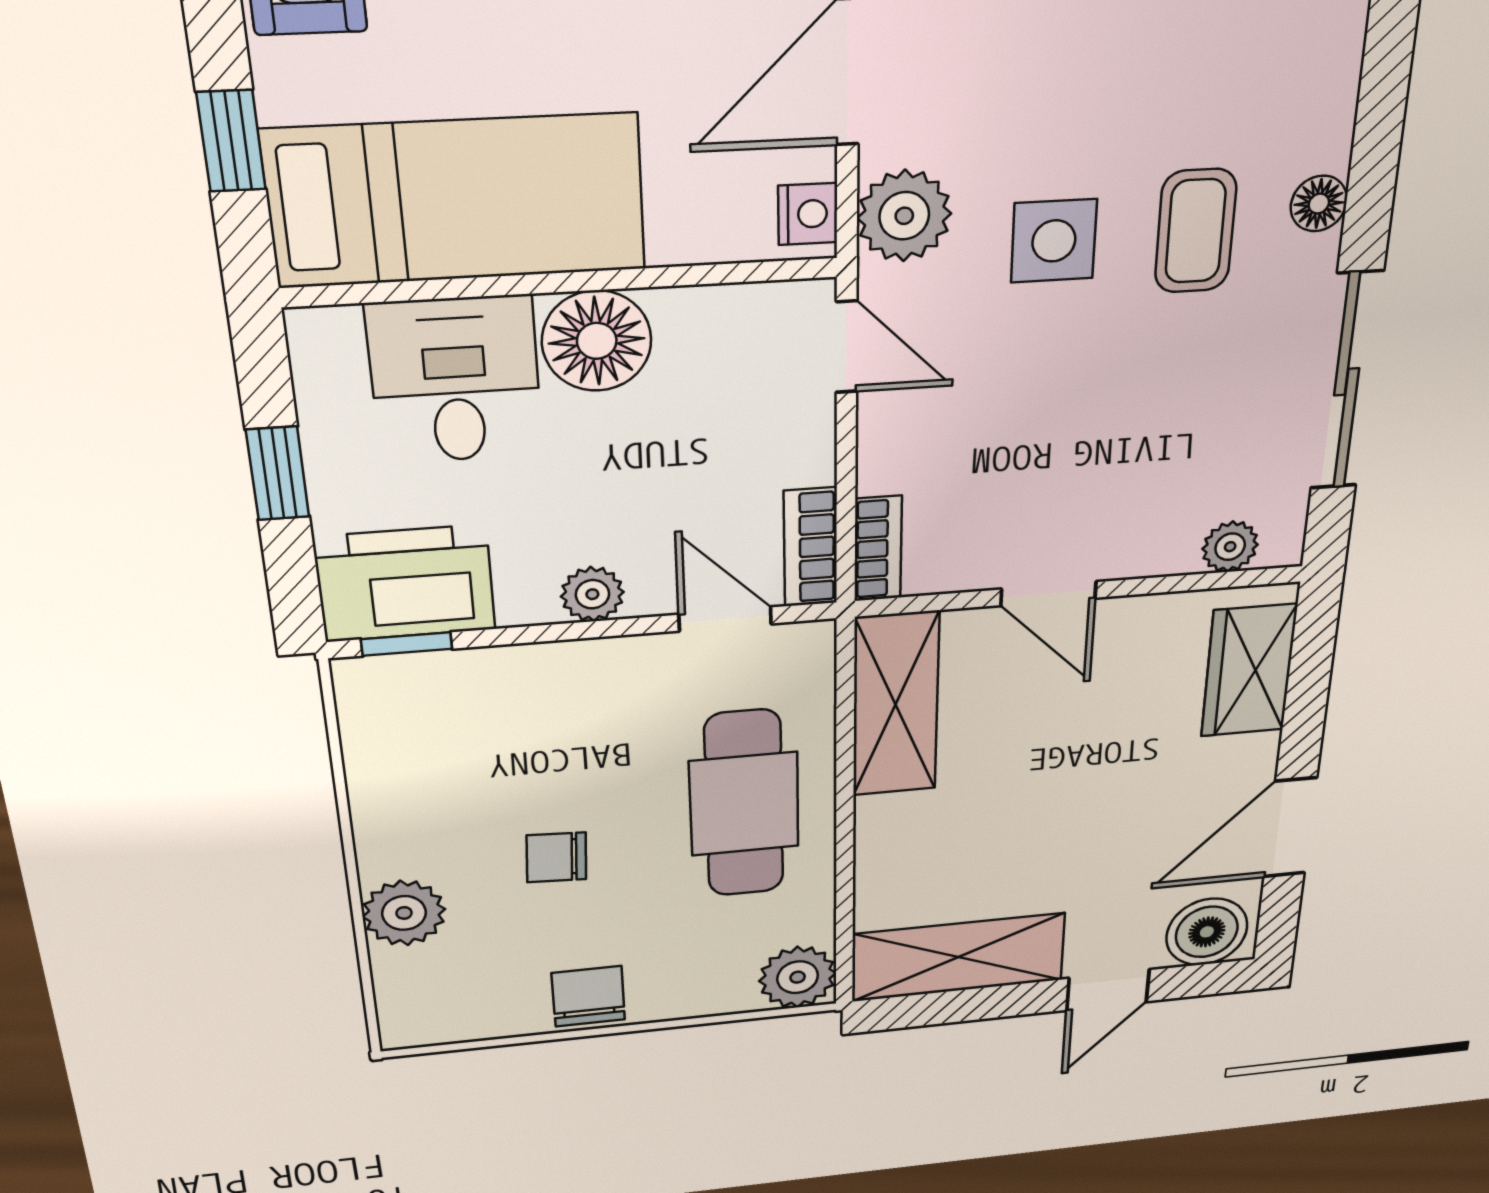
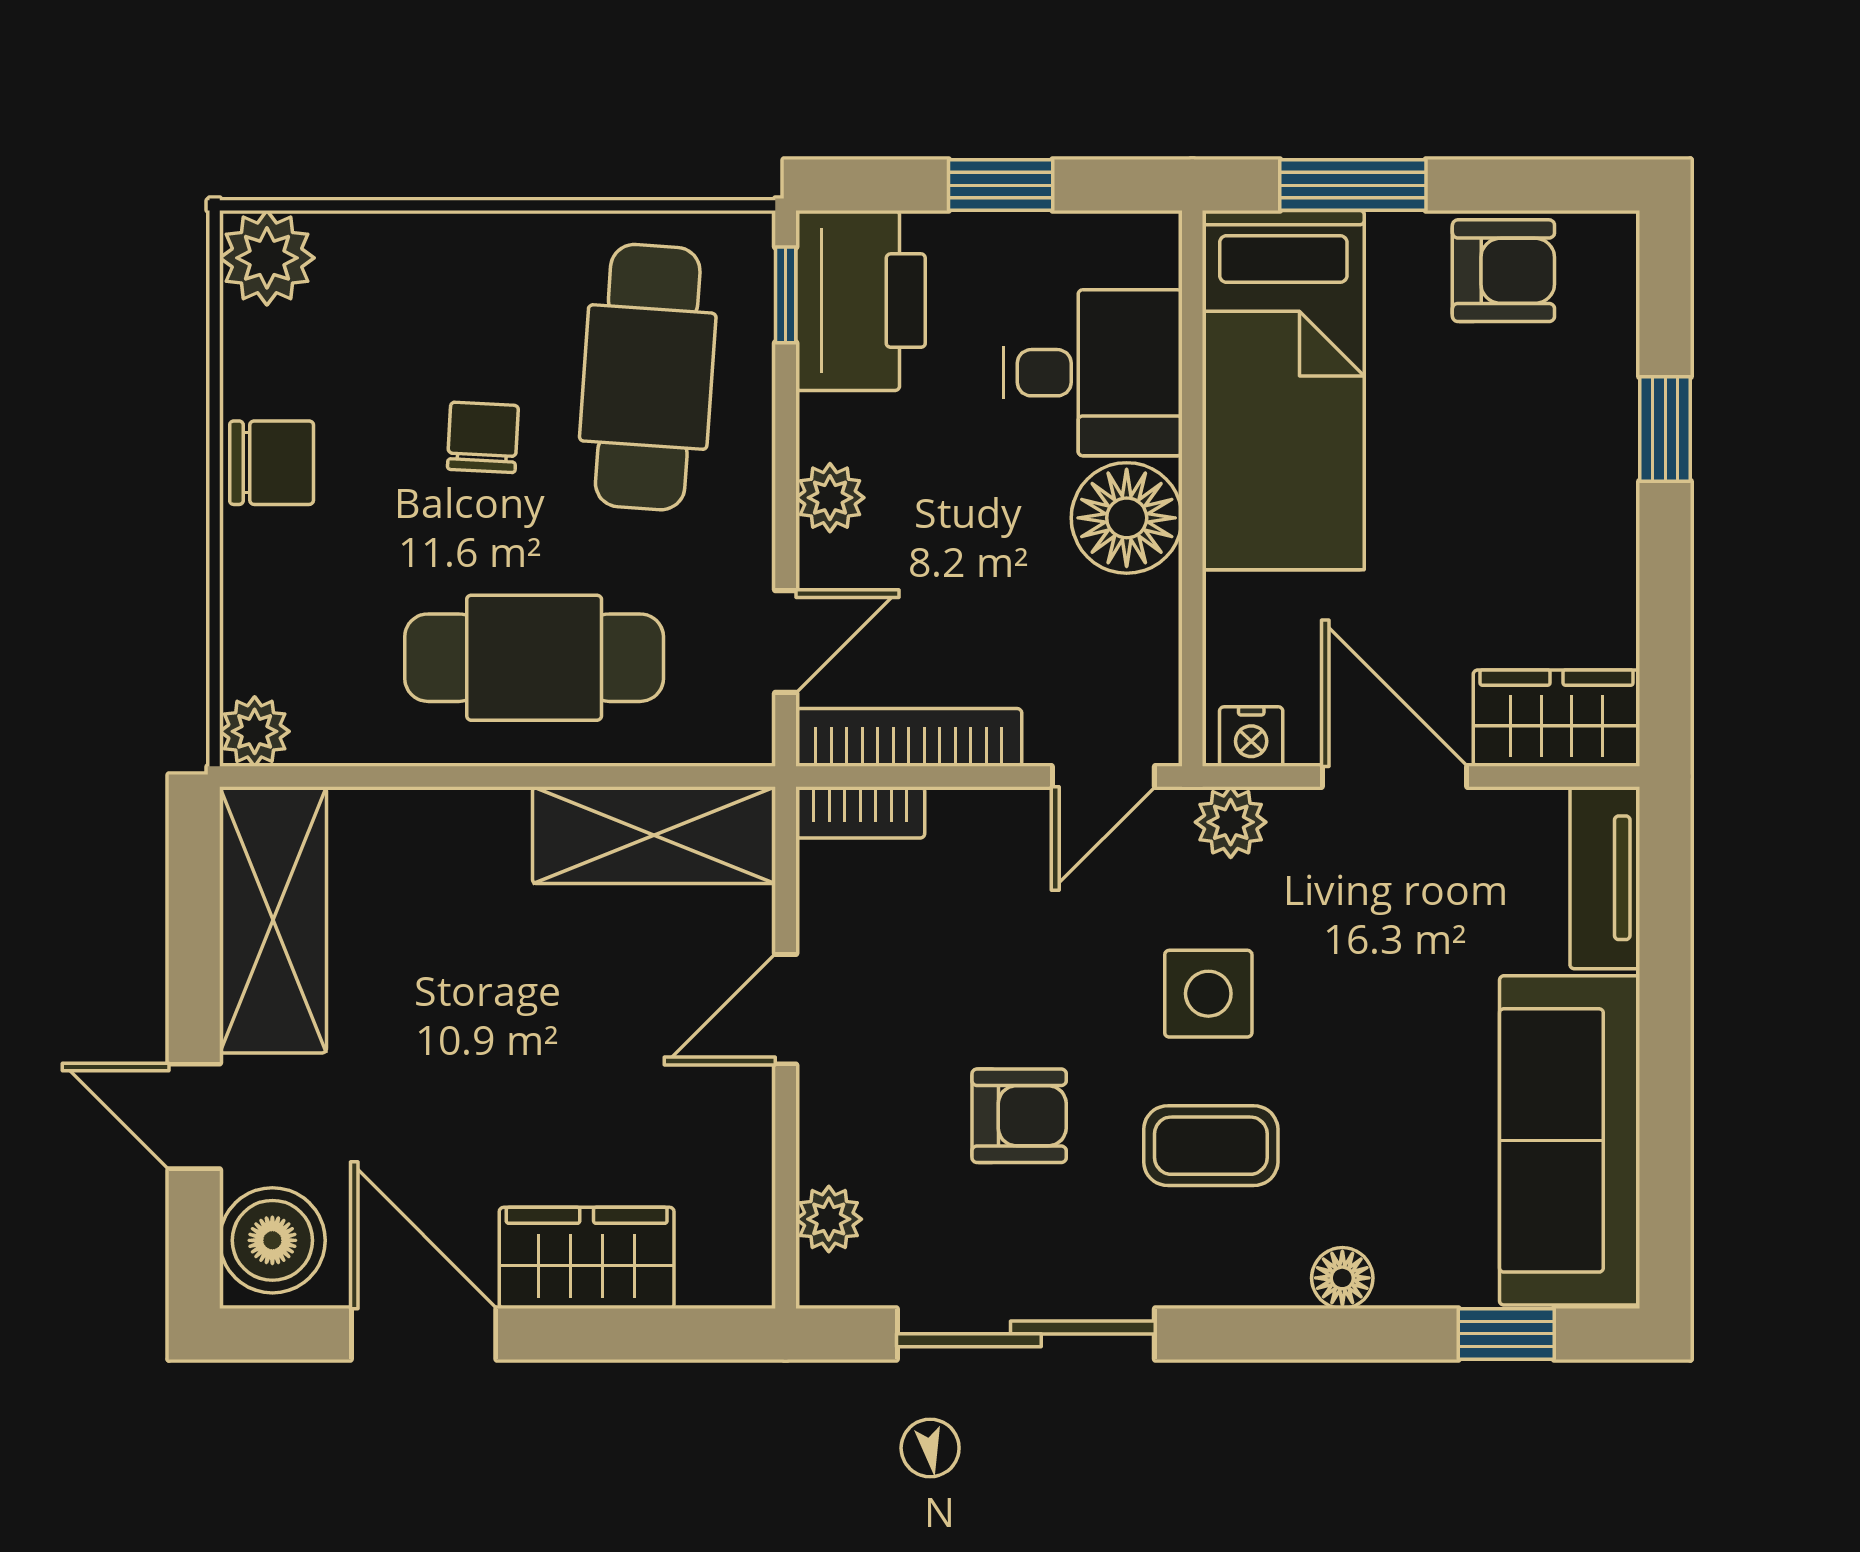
window: (231, 141) -> (1353, 185), width x1.50
floor lamp: (1319, 204) -> (1342, 1278), moved
plant: (904, 216) -> (1231, 822), width x0.73, depth x0.73
armchair: (1155, 400) -> (1019, 1116), added
bookcase: (811, 547) -> (909, 737), width x1.56
wardrobe: (1249, 671) -> (587, 1258), moved
cafe table: (493, 744) -> (648, 377), added
plant: (404, 913) -> (267, 258), moved
plant: (798, 977) -> (255, 731), width x0.73, depth x0.73

